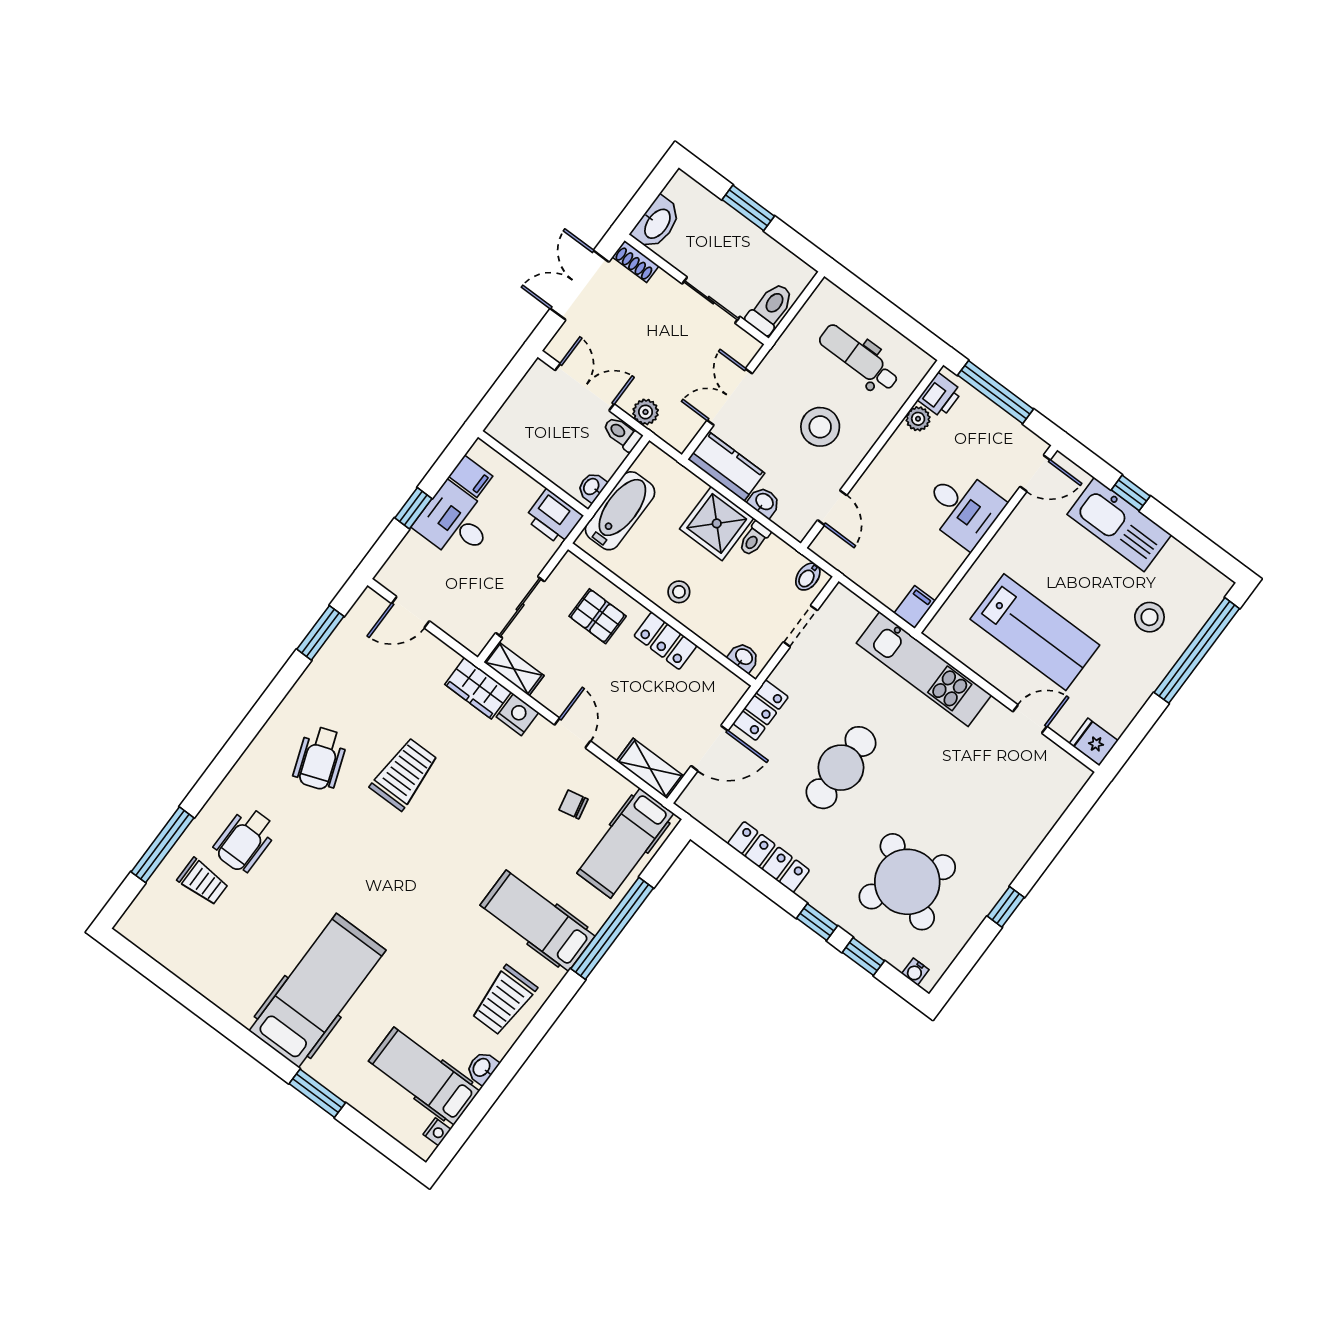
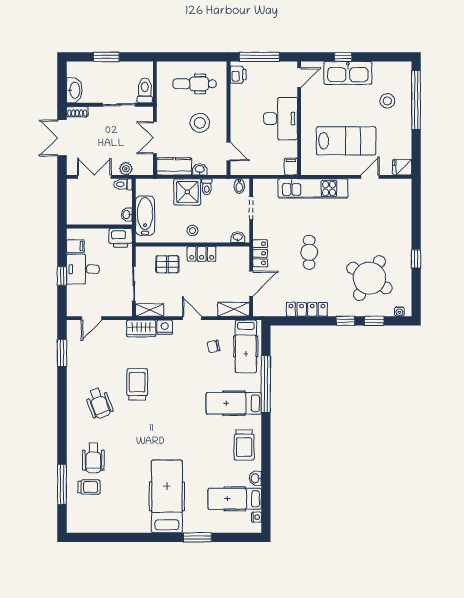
plant: (918, 419) -> (236, 91), removed
desk: (963, 508) -> (281, 119), width x1.37
cafe table: (841, 768) -> (309, 252), width x0.73, depth x0.74

